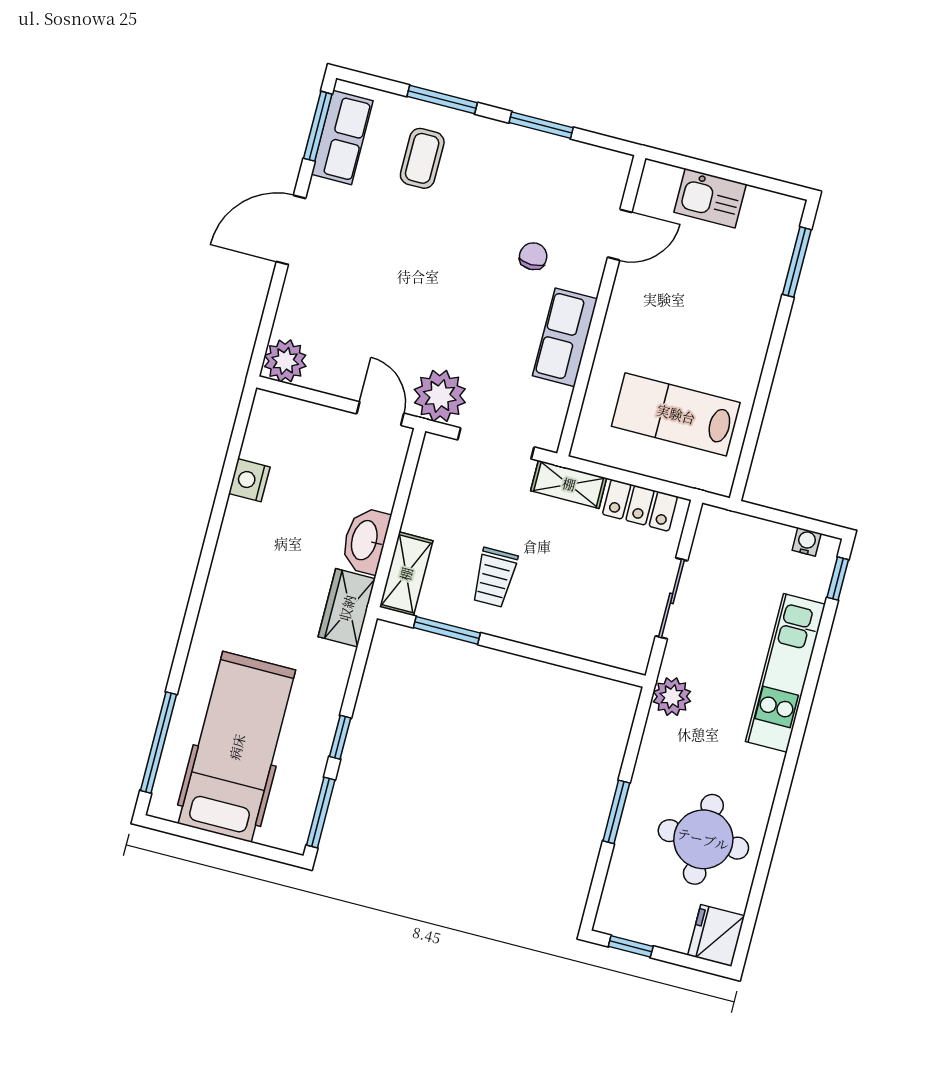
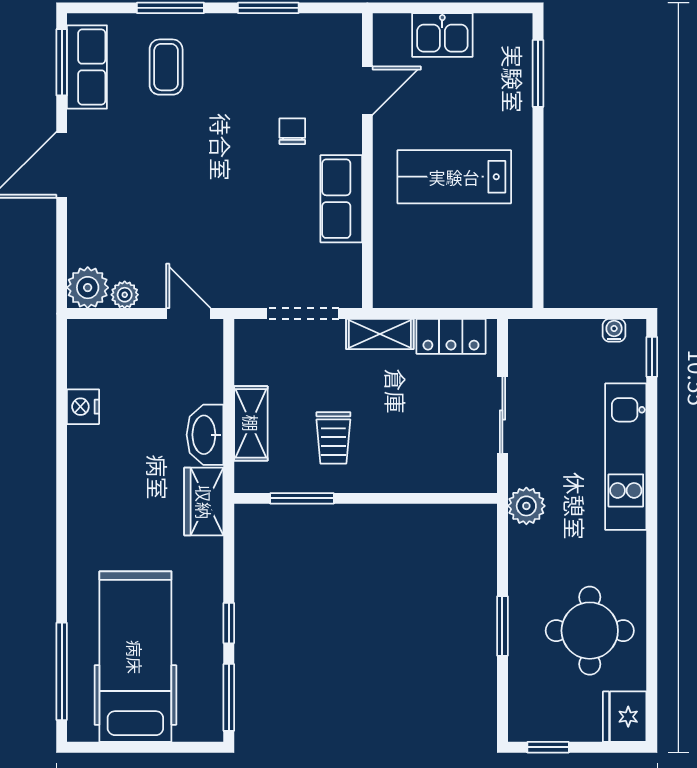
plant: (440, 396) -> (125, 295), moved, width x0.53, depth x0.53
lab bench: (676, 414) -> (454, 177), moved
shelving: (406, 574) -> (251, 423), moved

